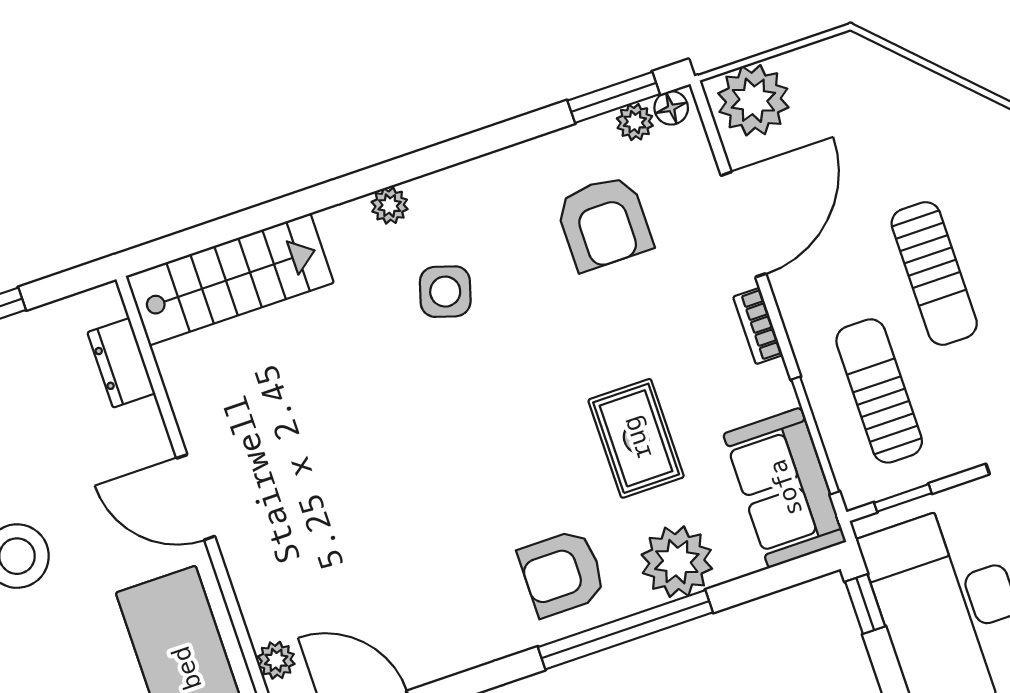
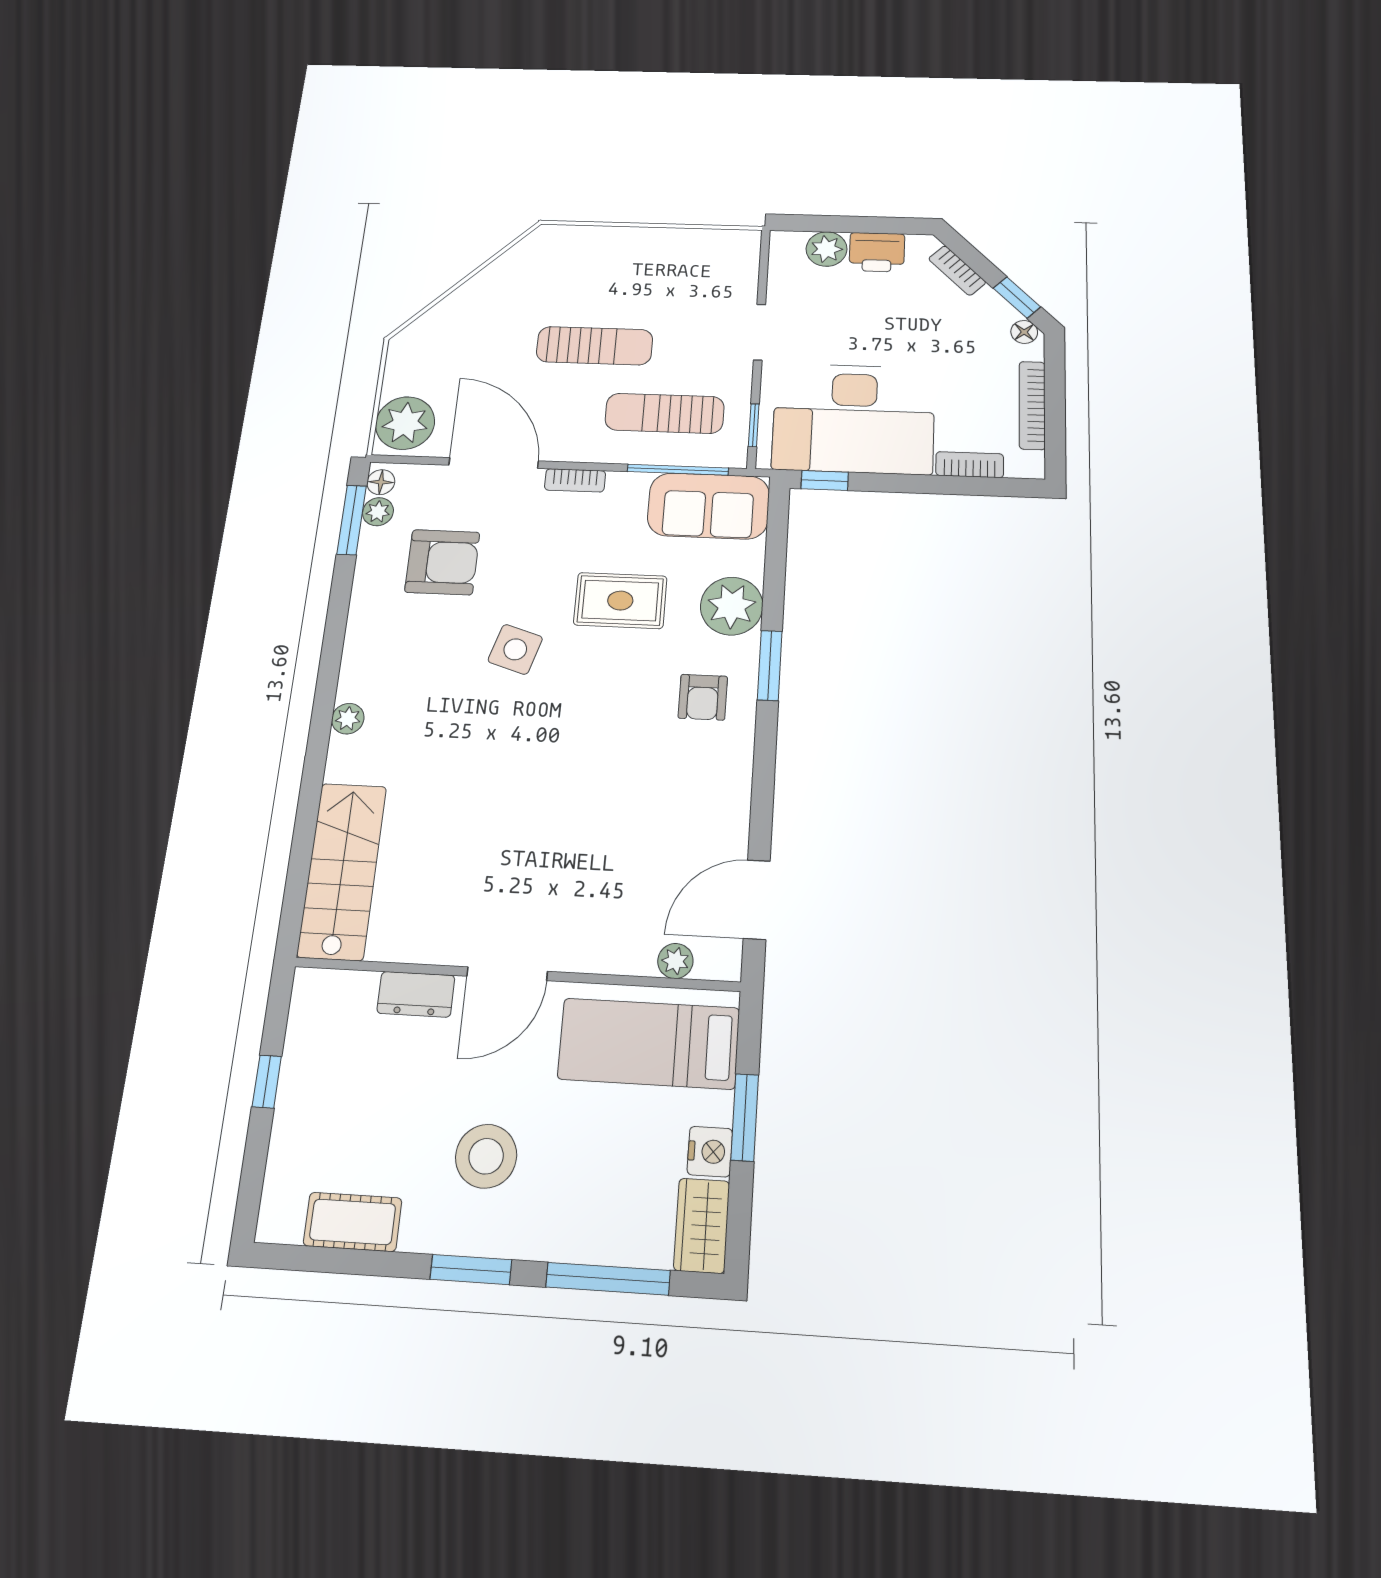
side table: (445, 292) -> (515, 649), moved
dresser: (121, 363) -> (416, 994), moved
armchair: (562, 573) -> (703, 697), width x0.72, depth x0.72
window: (625, 630) -> (770, 665), width x0.47

